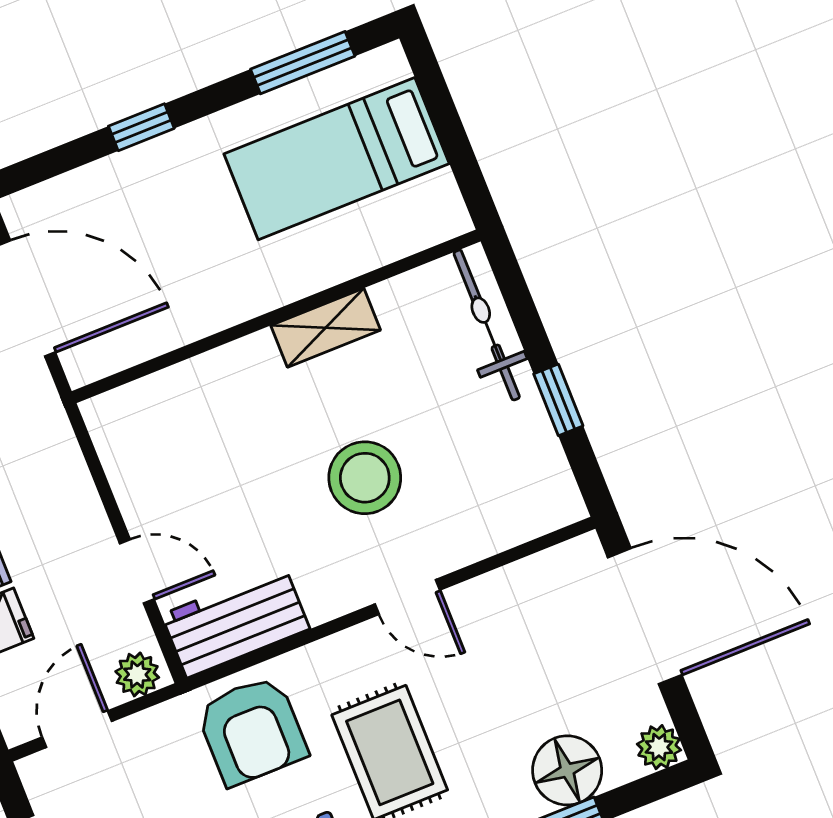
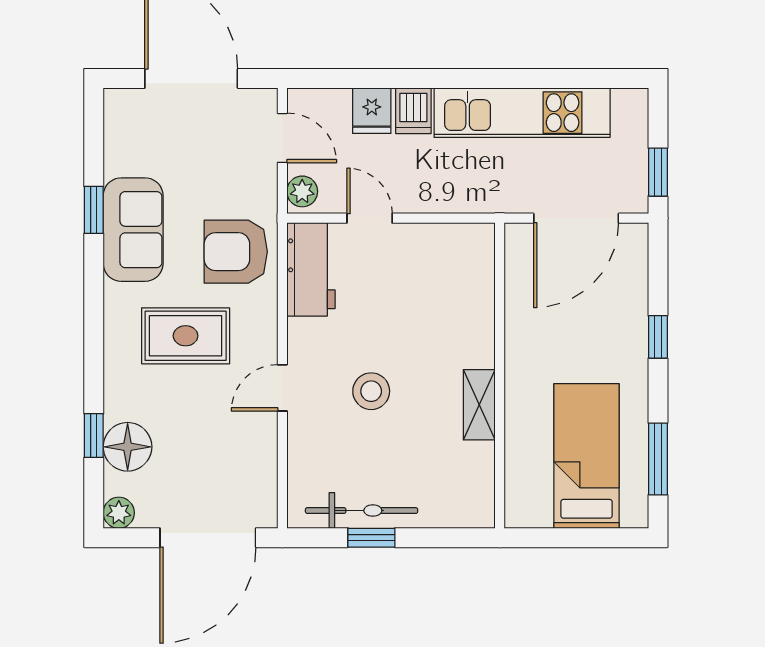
bicycle: (487, 325) -> (362, 511), moved
stool: (365, 478) -> (371, 391), width x0.73, depth x0.73
door: (137, 571) -> (370, 218), swing flipped

